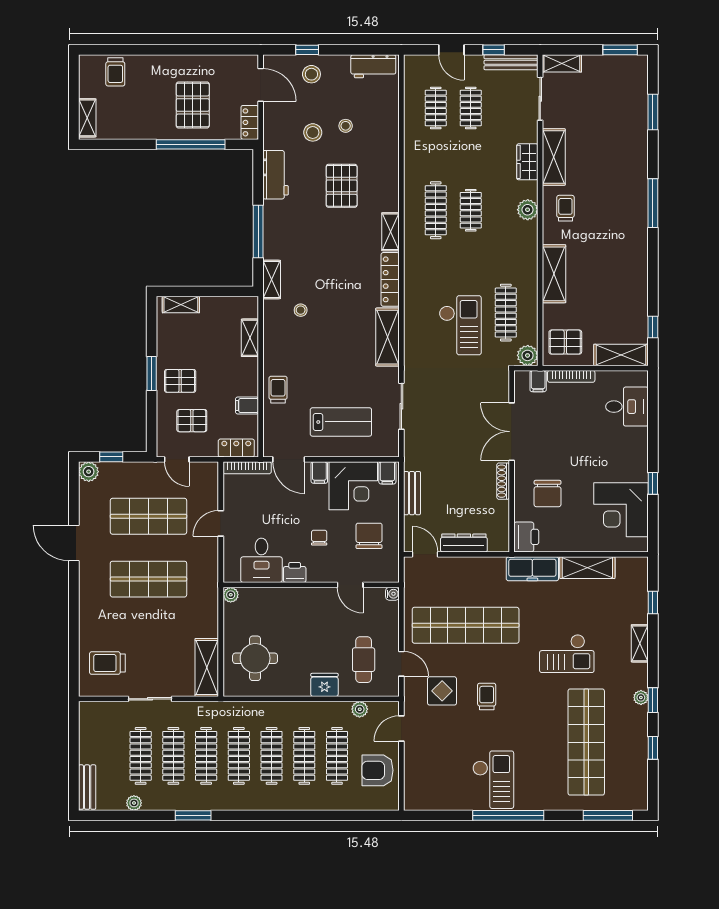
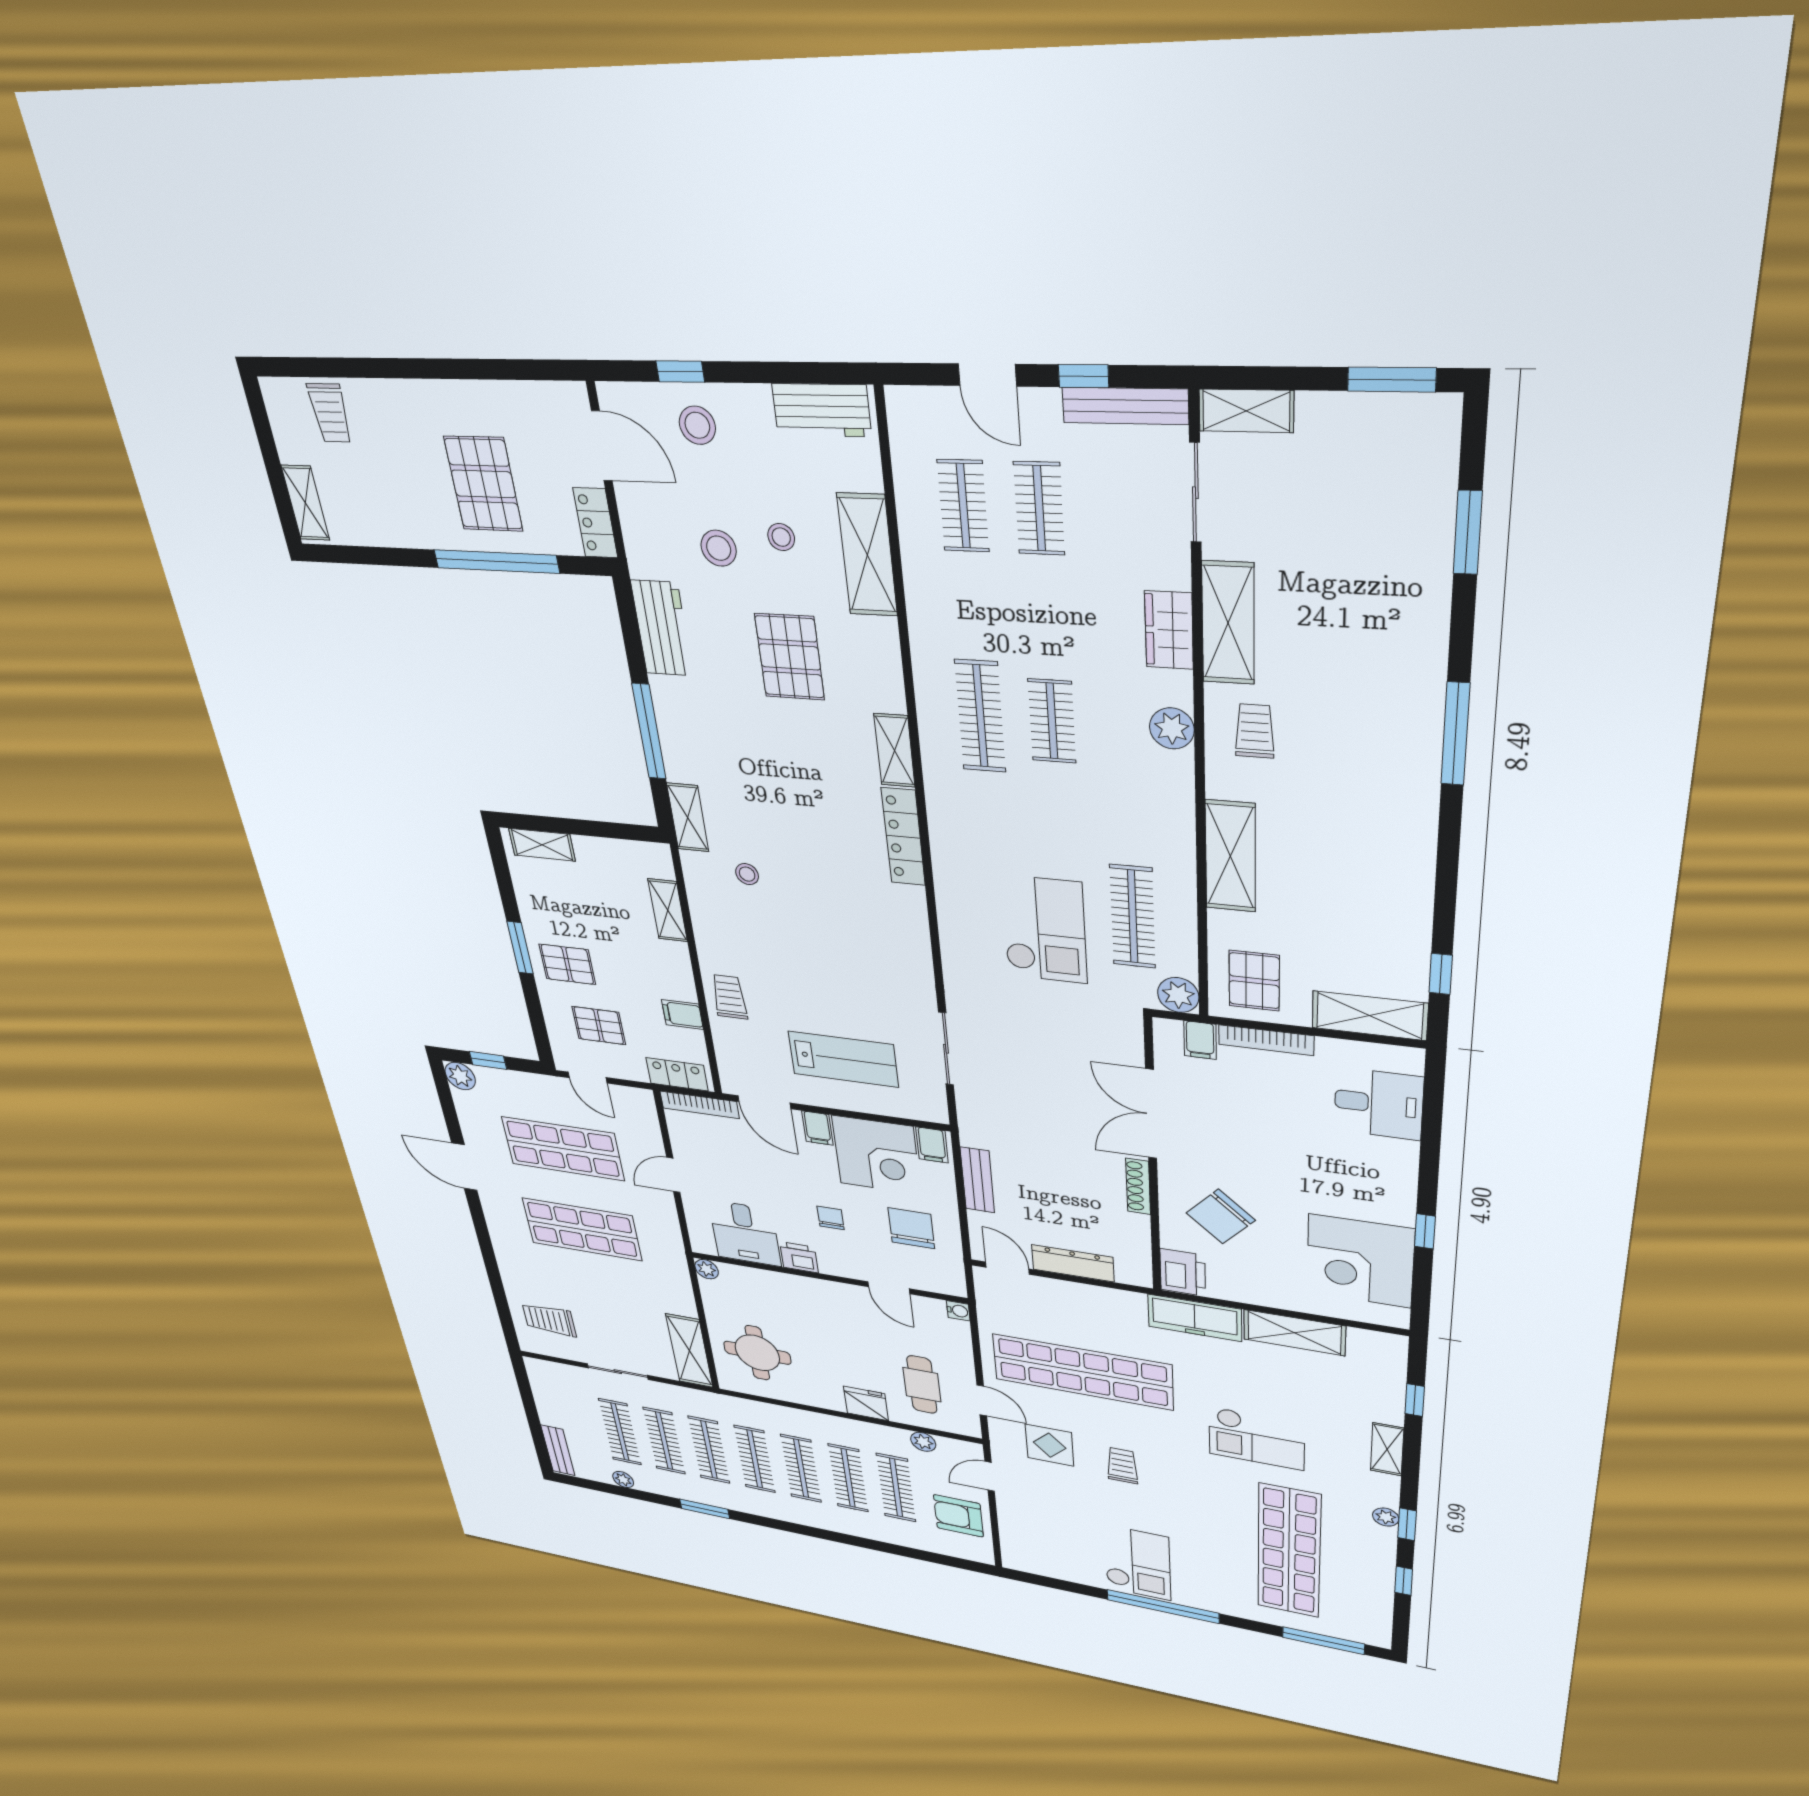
shelving: (387, 337) -> (867, 555), moved
pallet: (565, 342) -> (1254, 981), turned 90
chair: (548, 494) -> (1221, 1217), turned 42

